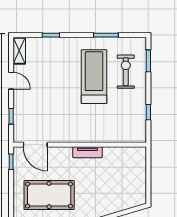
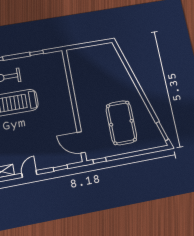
door: (35, 145) -> (81, 142), swing flipped
tv unit: (87, 152) -> (79, 97), removed

